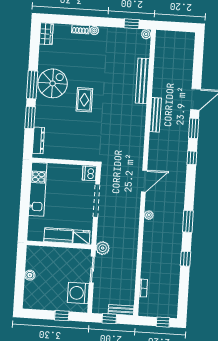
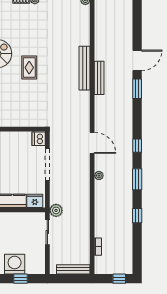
bench: (142, 81) -> (84, 68), moved
window: (192, 158) -> (137, 146), moved
door: (144, 181) -> (92, 143), hinge flipped
washing machine: (78, 293) -> (15, 264), moved, turned 90
bench: (121, 310) -> (73, 269), width x1.36
window: (109, 319) -> (67, 279), removed

